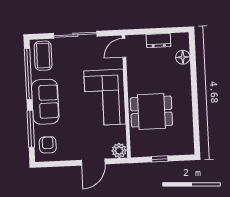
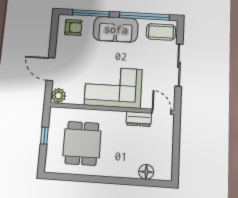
dresser: (158, 40) -> (139, 119), moved, turned -90
dining table: (151, 112) -> (82, 143), moved

